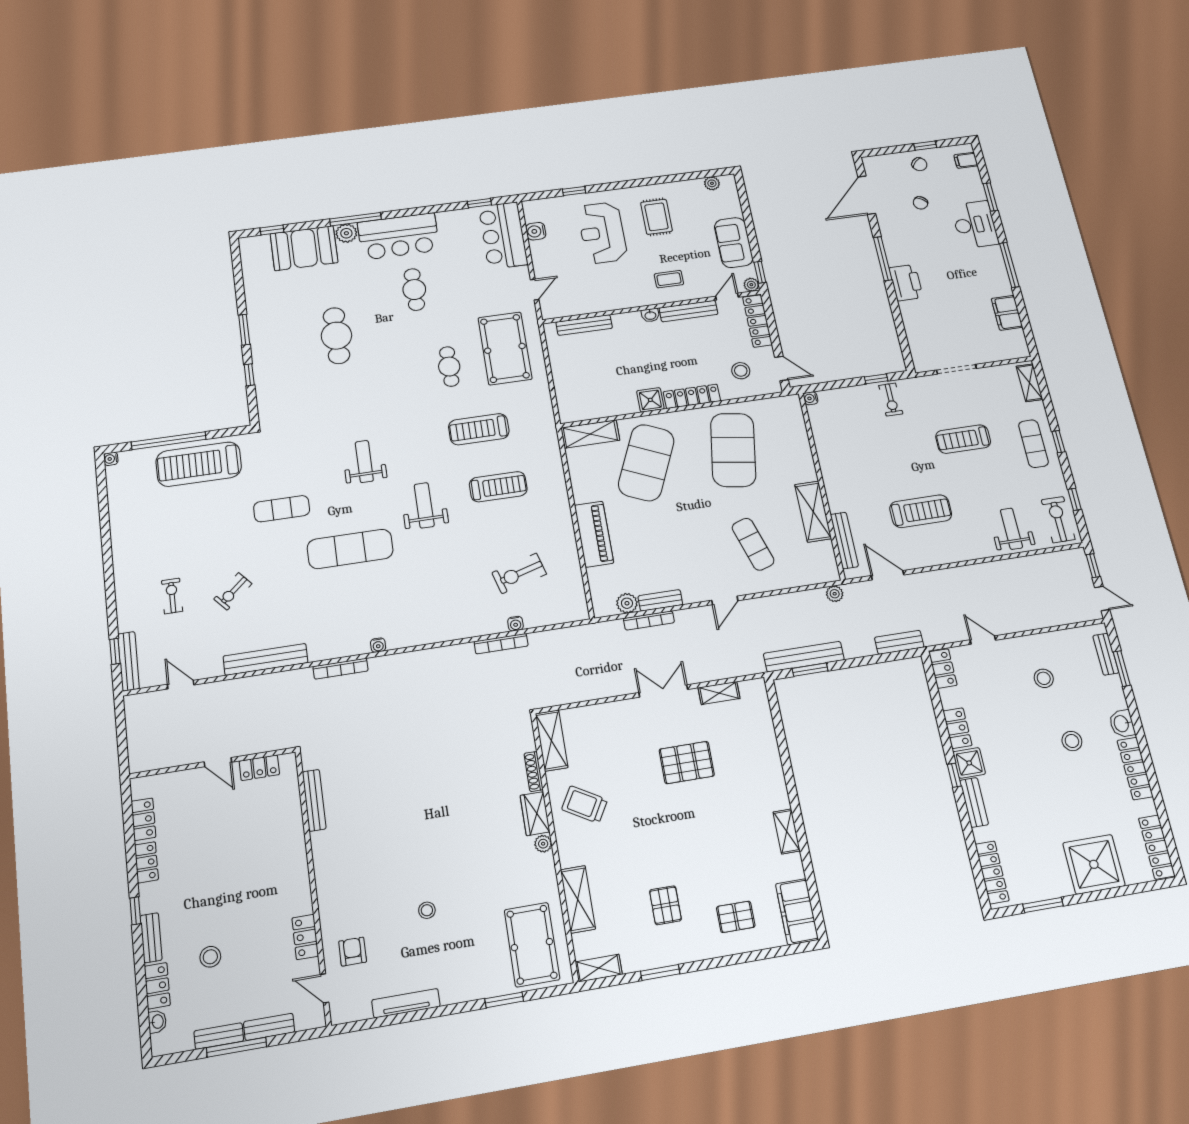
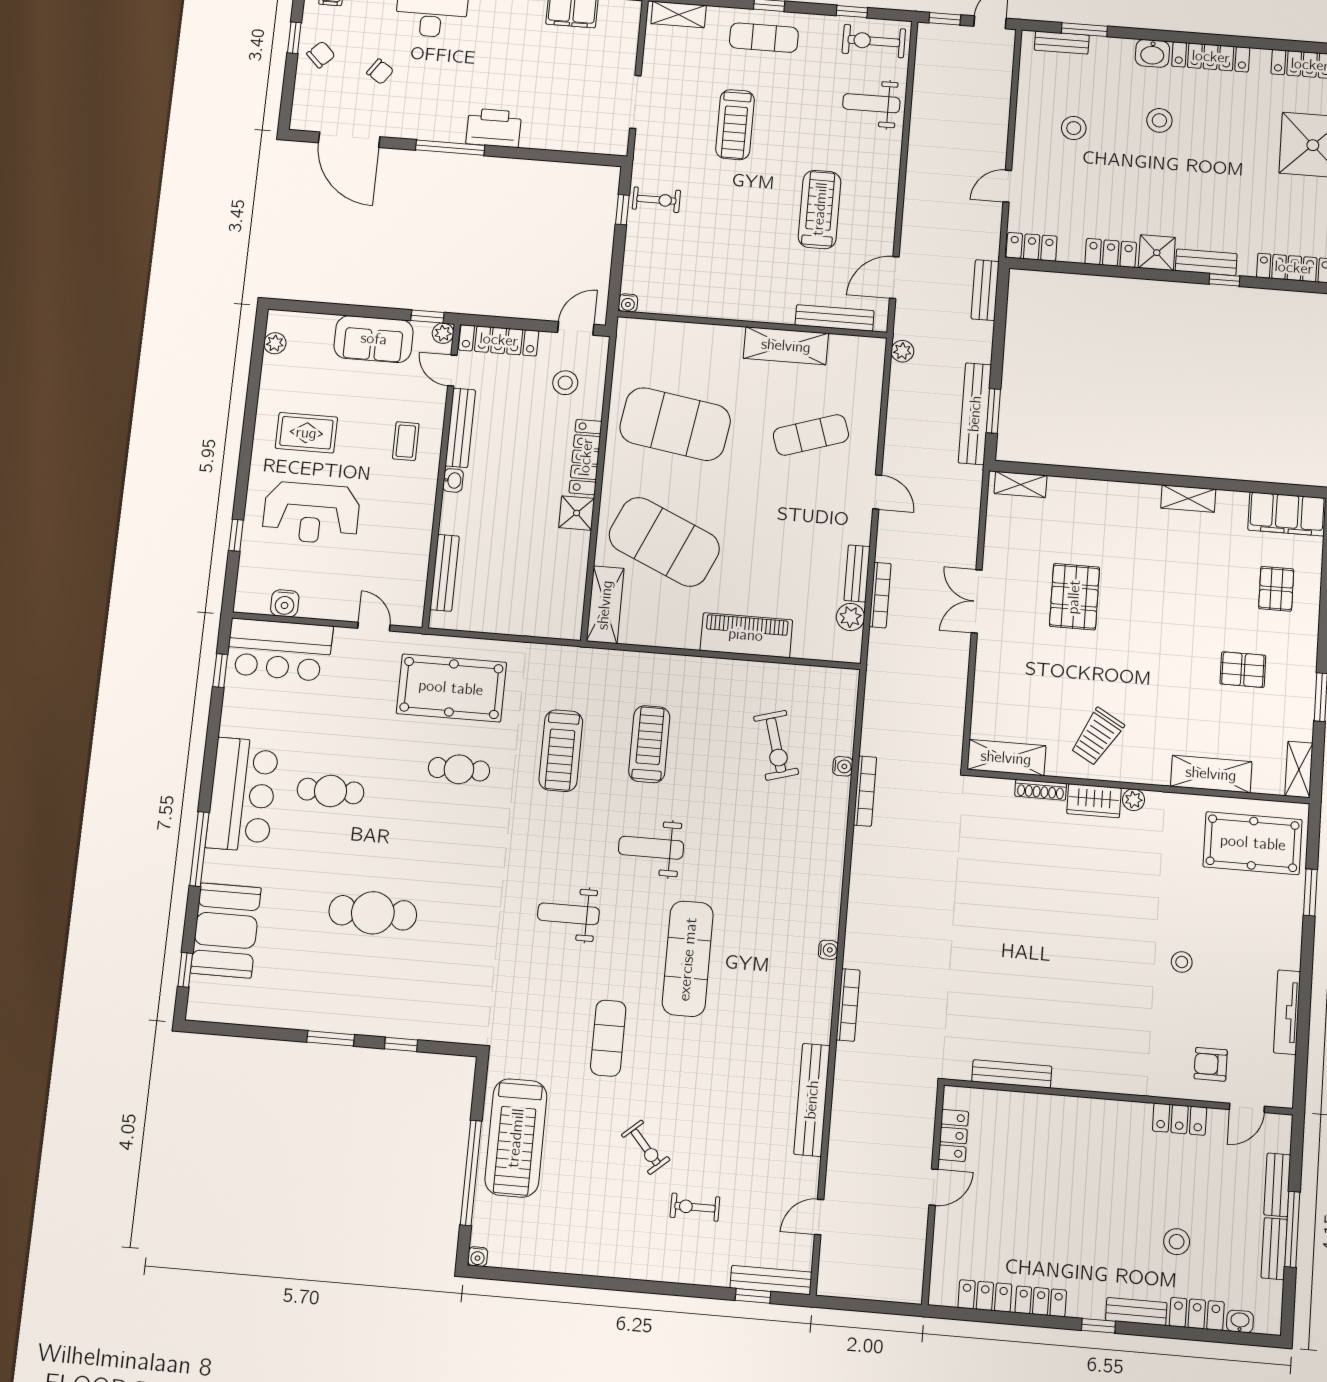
plant: (346, 233) -> (218, 866), removed
exercise bike: (233, 591) -> (646, 1147), moved
shelving: (719, 693) -> (1020, 484), moved, turned 90
window: (954, 775) -> (1224, 280), moved

